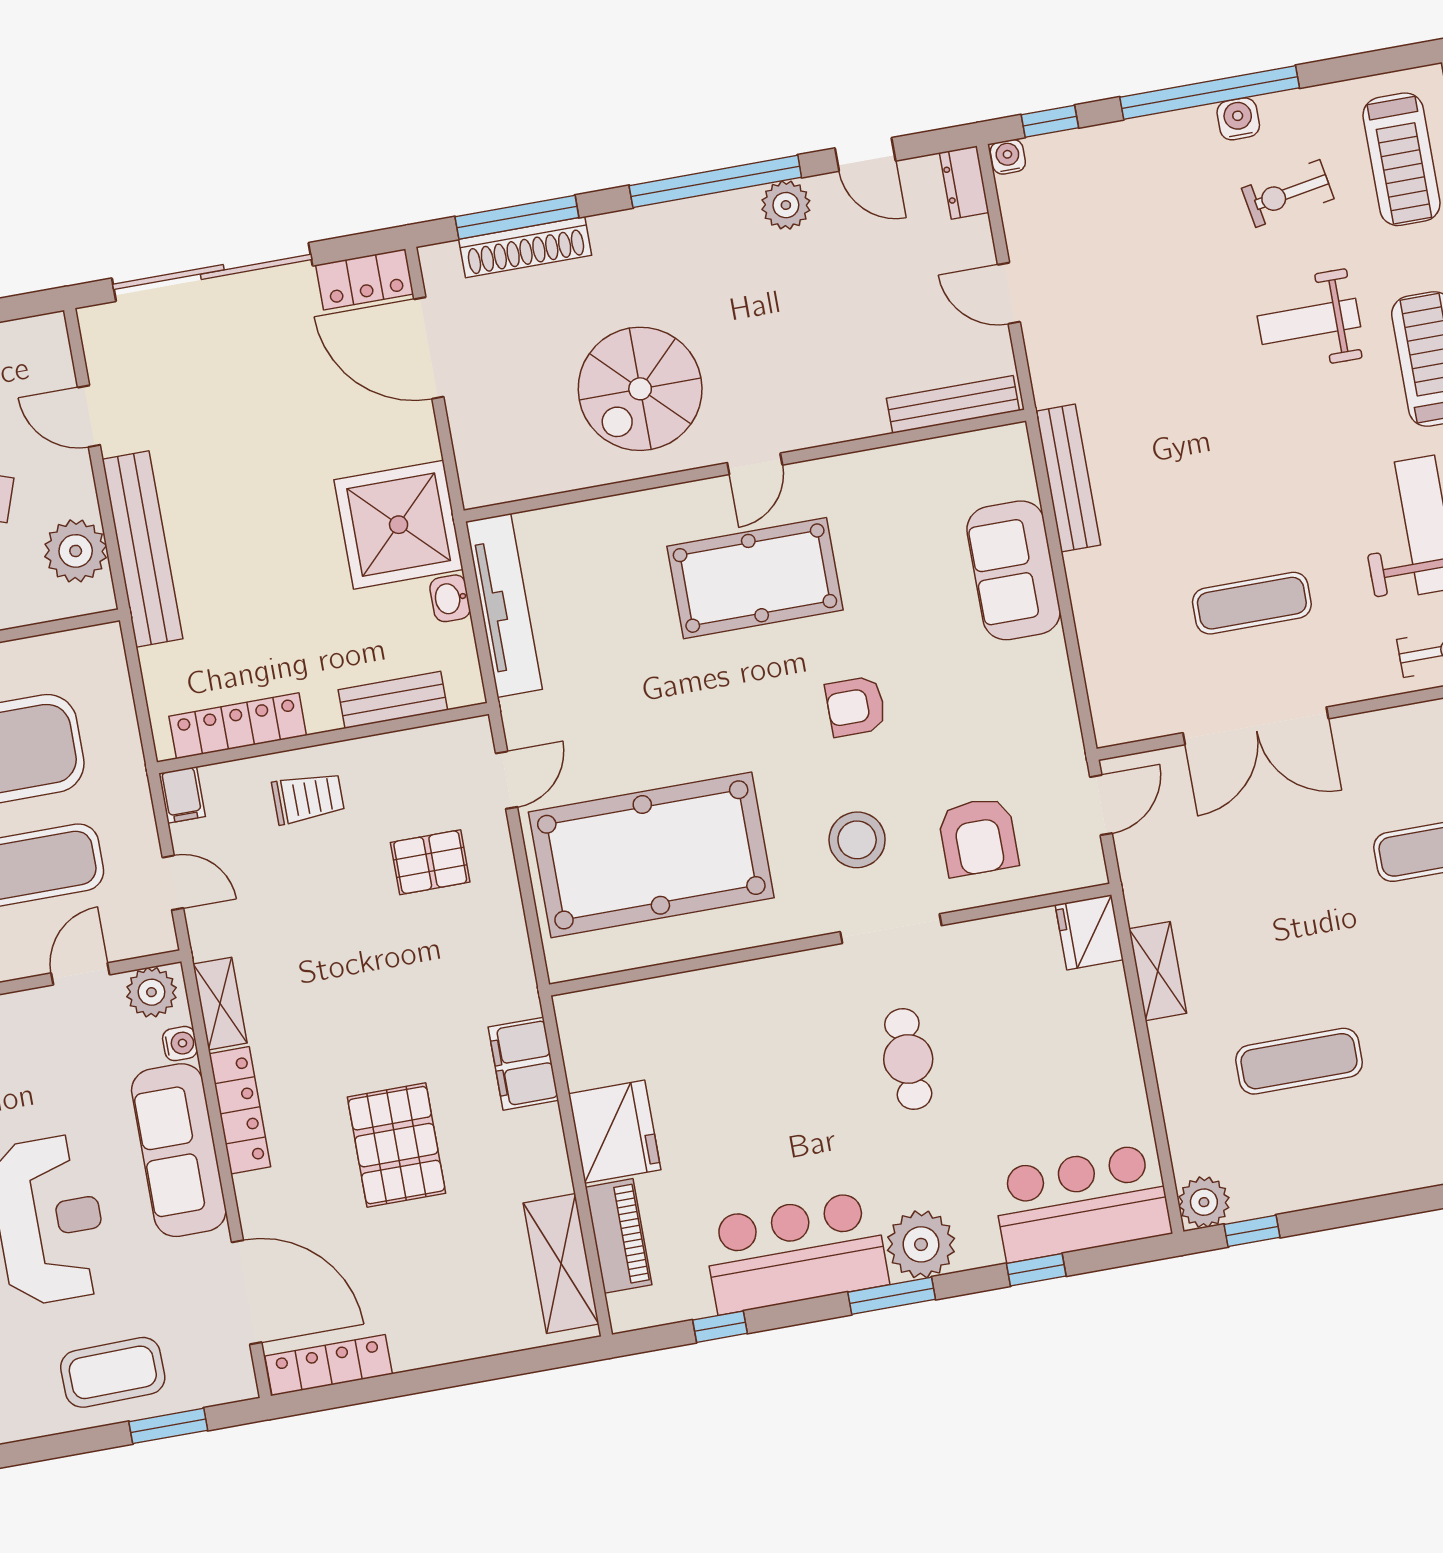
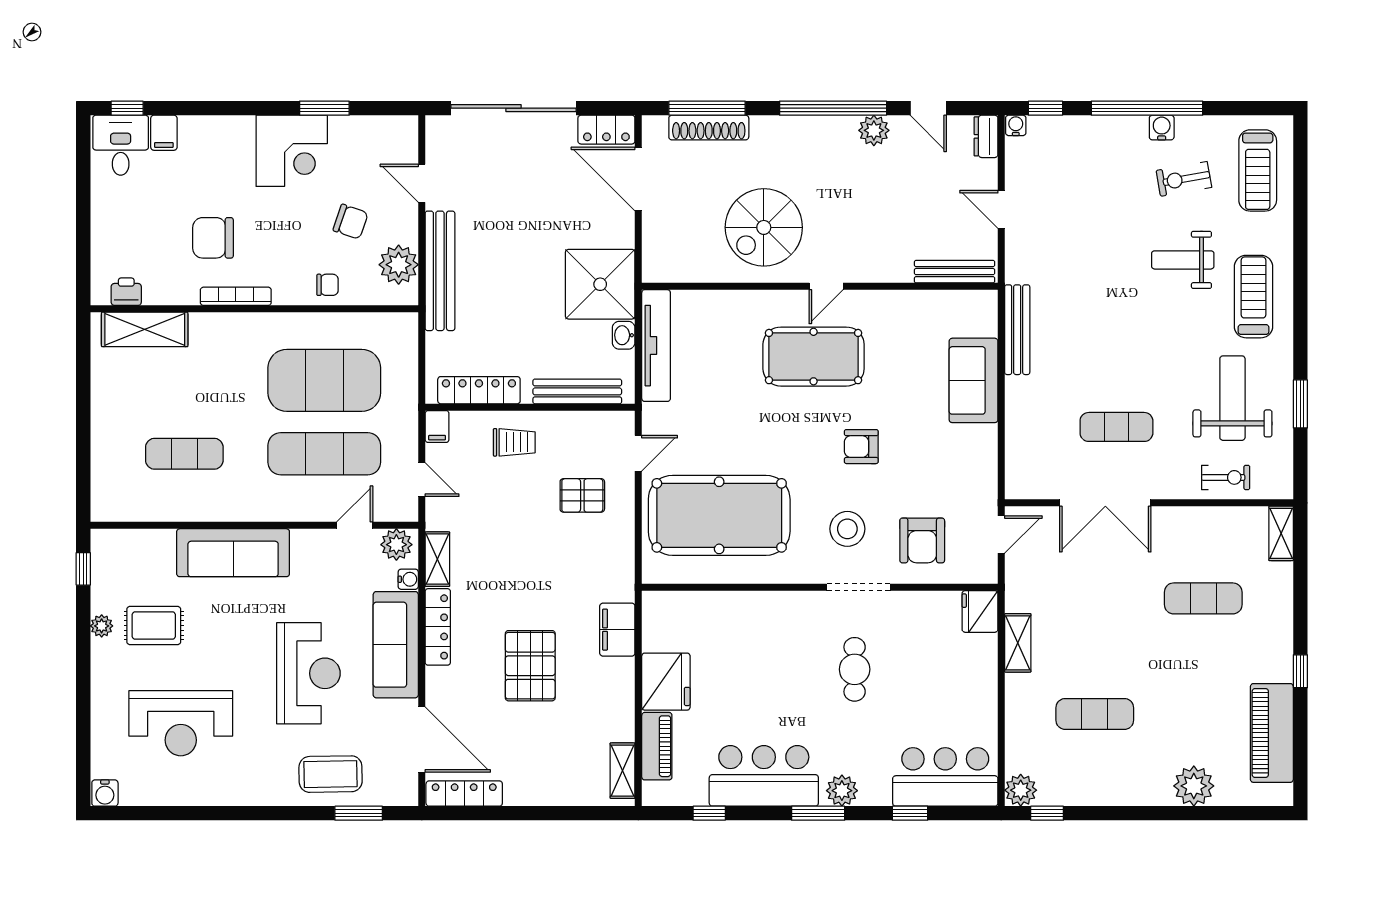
bench: (393, 700) -> (577, 391), width x1.36
plant: (921, 1244) -> (842, 791), width x0.73, depth x0.73
shelving: (561, 1264) -> (623, 771), width x0.67, depth x0.75

